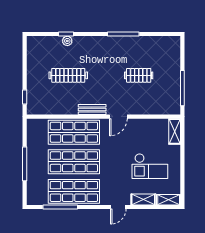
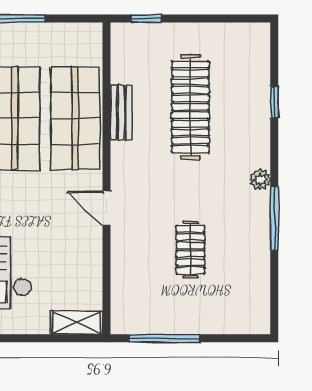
plant: (67, 41) -> (260, 179), moved
clothes rail: (68, 75) -> (190, 107), width x1.37, depth x1.31
bench: (92, 110) -> (121, 112), moved

